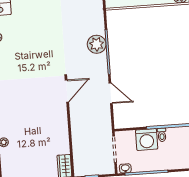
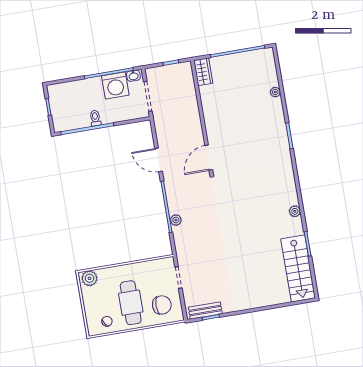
plant: (97, 44) -> (176, 220), width x0.53, depth x0.53
washing machine: (147, 140) -> (115, 86), moved, turned 180

